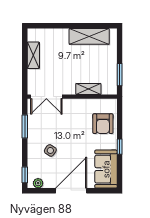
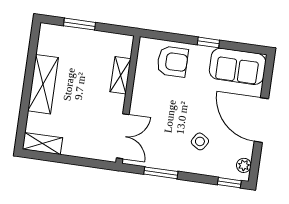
shelving: (89, 36) -> (43, 84), moved
shelving: (33, 55) -> (42, 144), moved
window: (120, 75) -> (80, 24), moved

